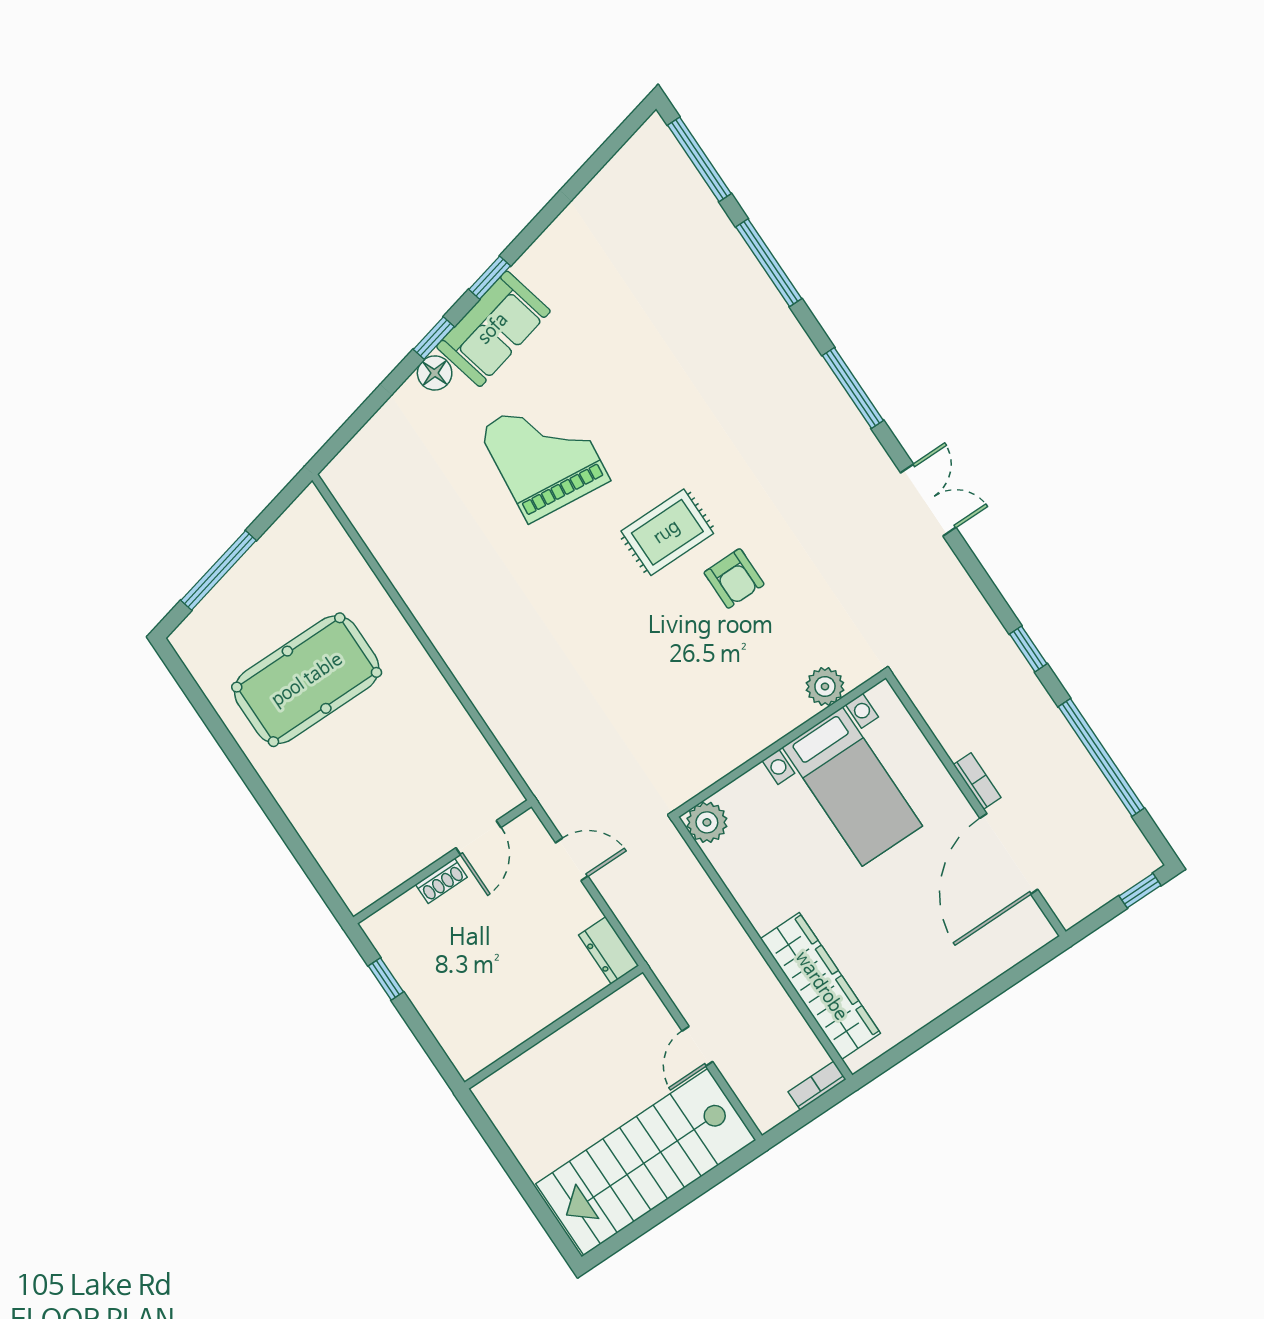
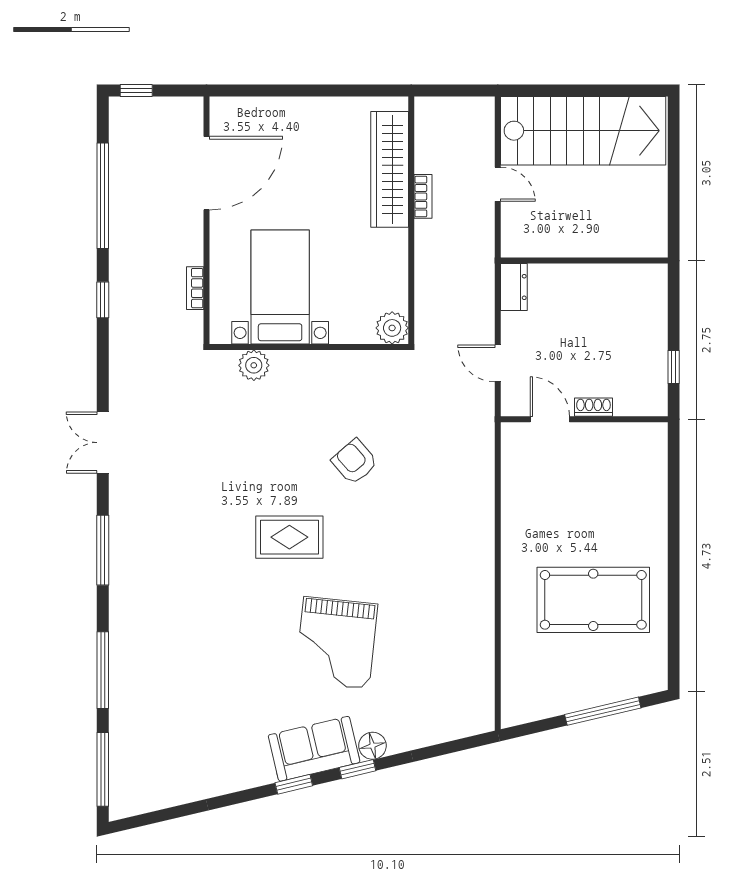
armchair: (734, 578) -> (355, 462), moved, turned -41
bookcase: (977, 781) -> (195, 288), moved
door: (478, 838) -> (550, 419), hinge flipped
door: (697, 1046) -> (498, 184), hinge flipped
bookcase: (817, 1086) -> (423, 196), moved, turned -90

